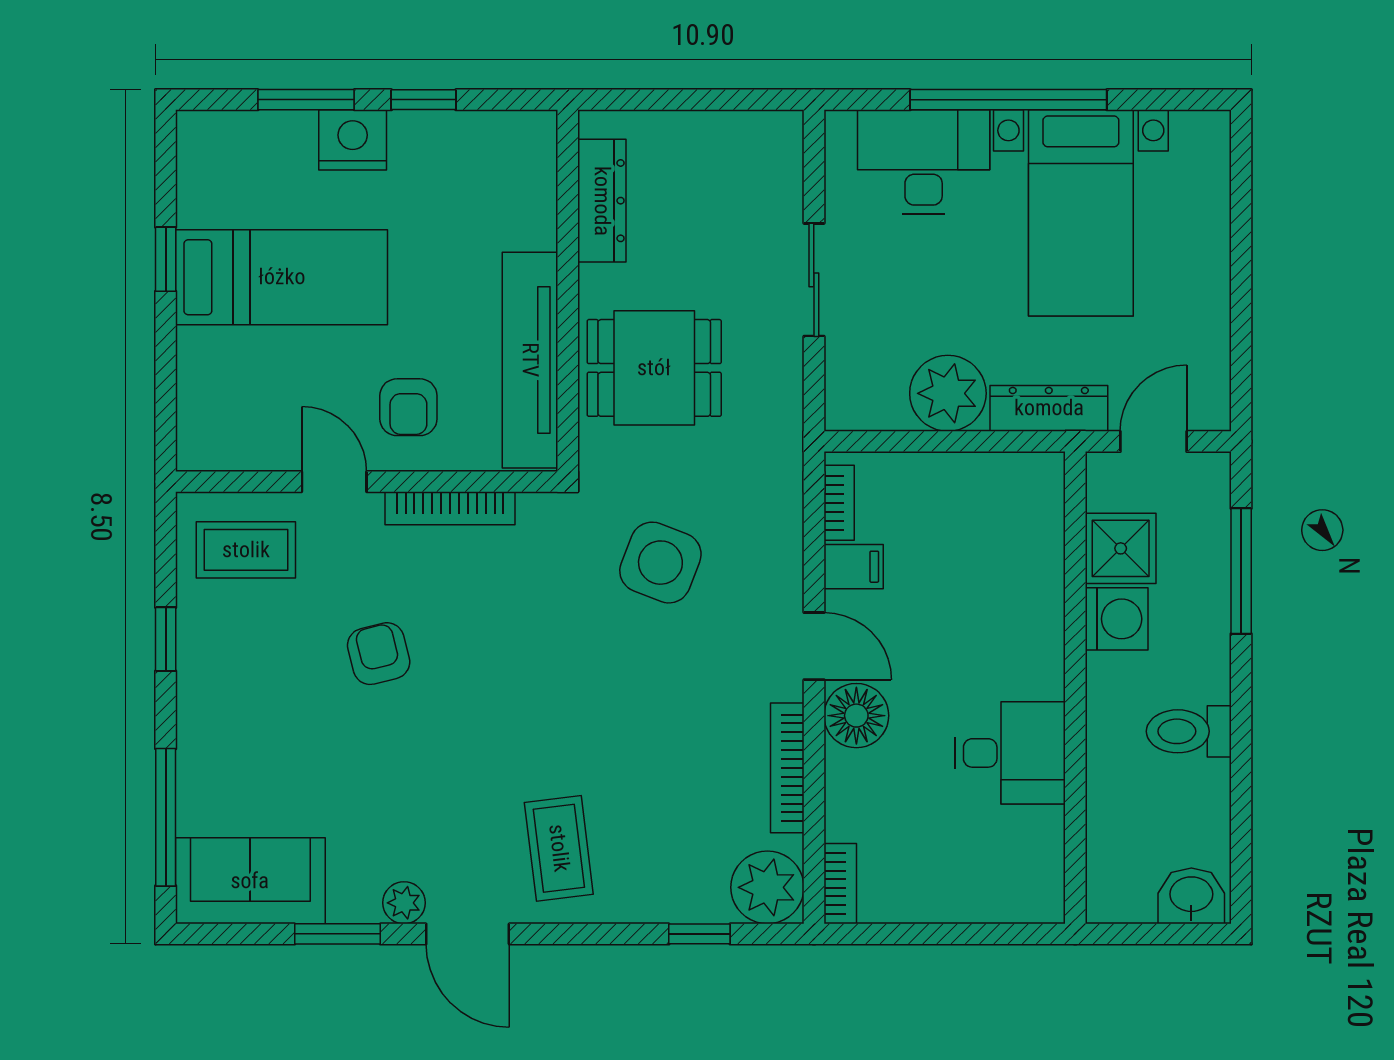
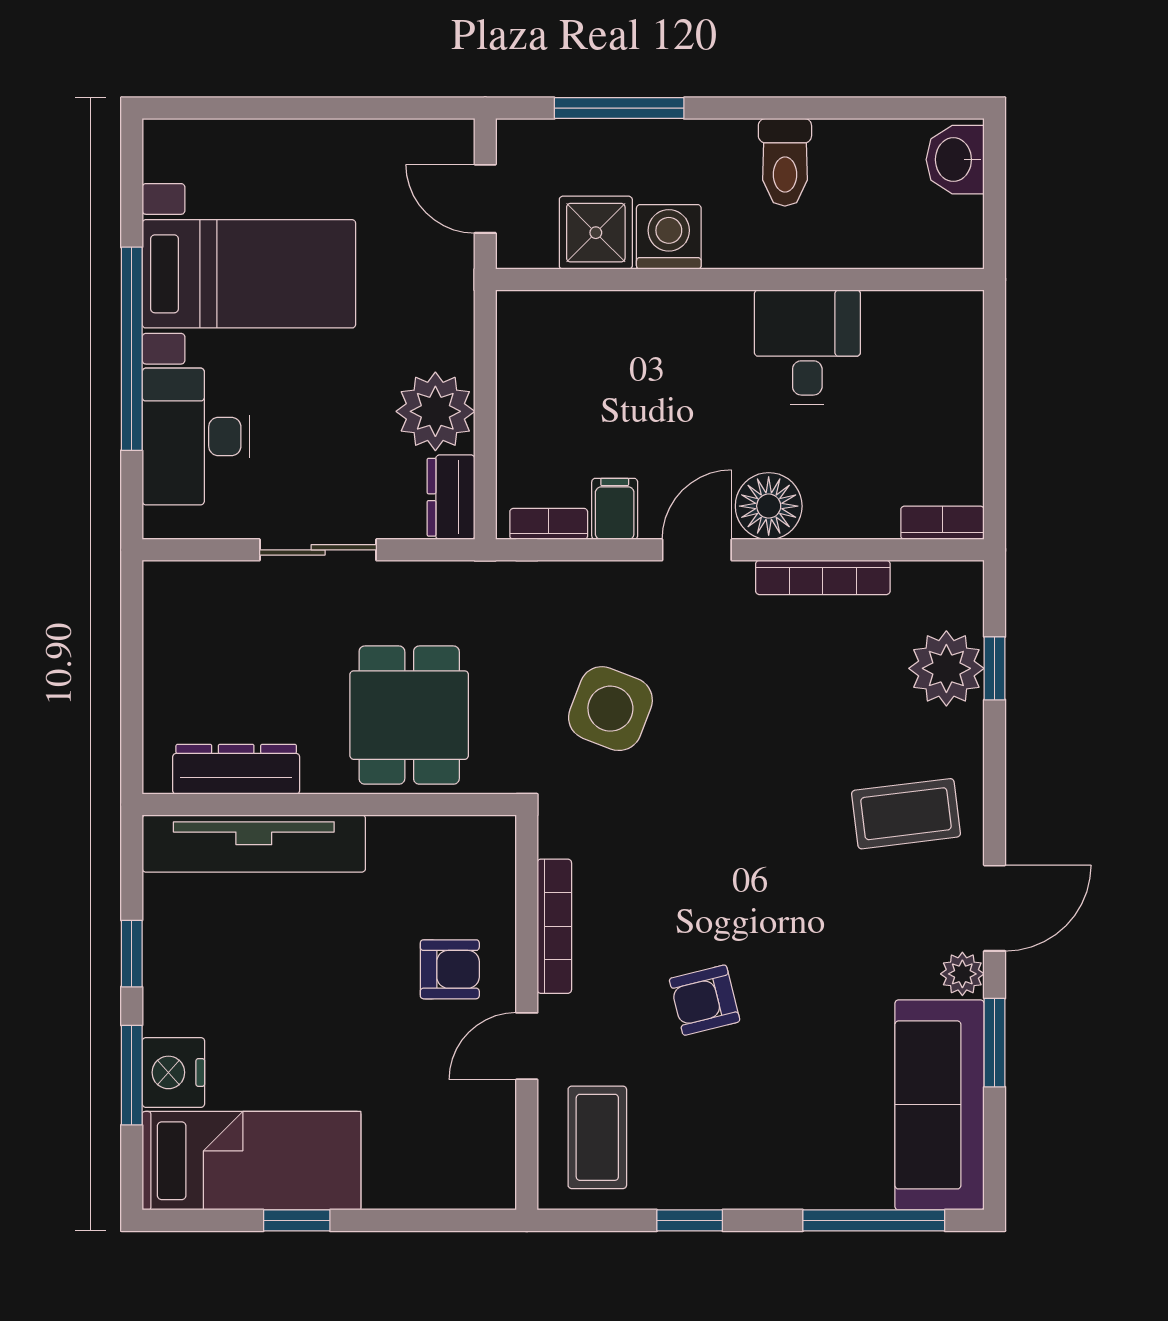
nightstand: (353, 140) -> (173, 1072), moved
bed: (282, 277) -> (252, 1161), moved, turned 90
tv unit: (530, 360) -> (254, 844), moved
dresser: (1049, 408) -> (451, 497), moved, width x0.70
sofa: (250, 881) -> (940, 1105), width x1.36
plant: (767, 887) -> (946, 668), moved

